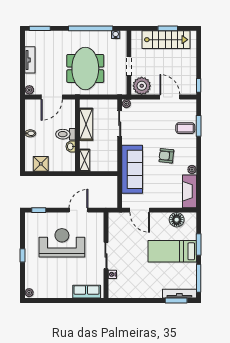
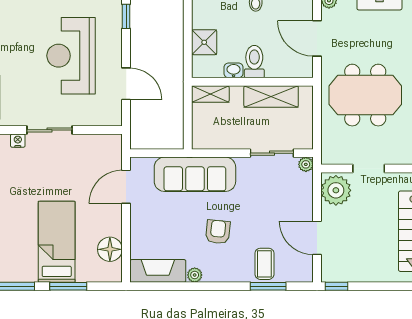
door: (170, 97) -> (317, 238), swing flipped
shower: (41, 164) -> (204, 42), moved
reception desk: (62, 243) -> (71, 56), turned 180

